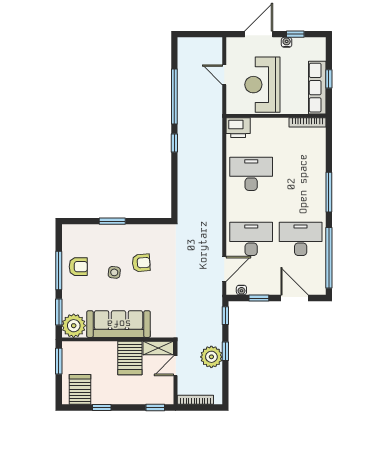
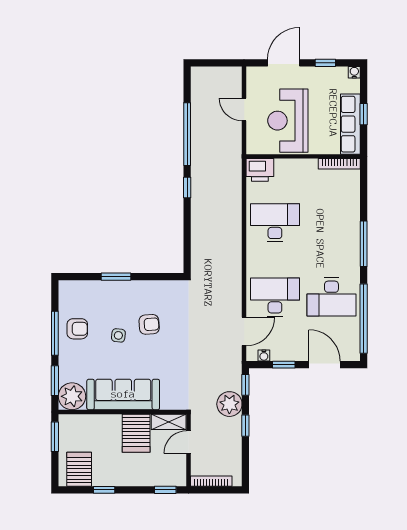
water cooler: (287, 42) -> (354, 72), moved
desk: (301, 239) -> (331, 297), turned 180
plant: (211, 357) -> (229, 404), moved

